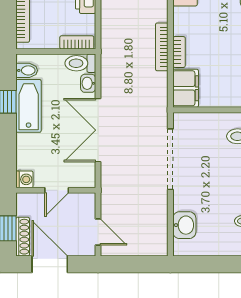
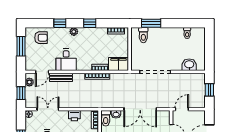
door: (98, 232) -> (182, 109), moved
window: (136, 264) -> (209, 90), added

